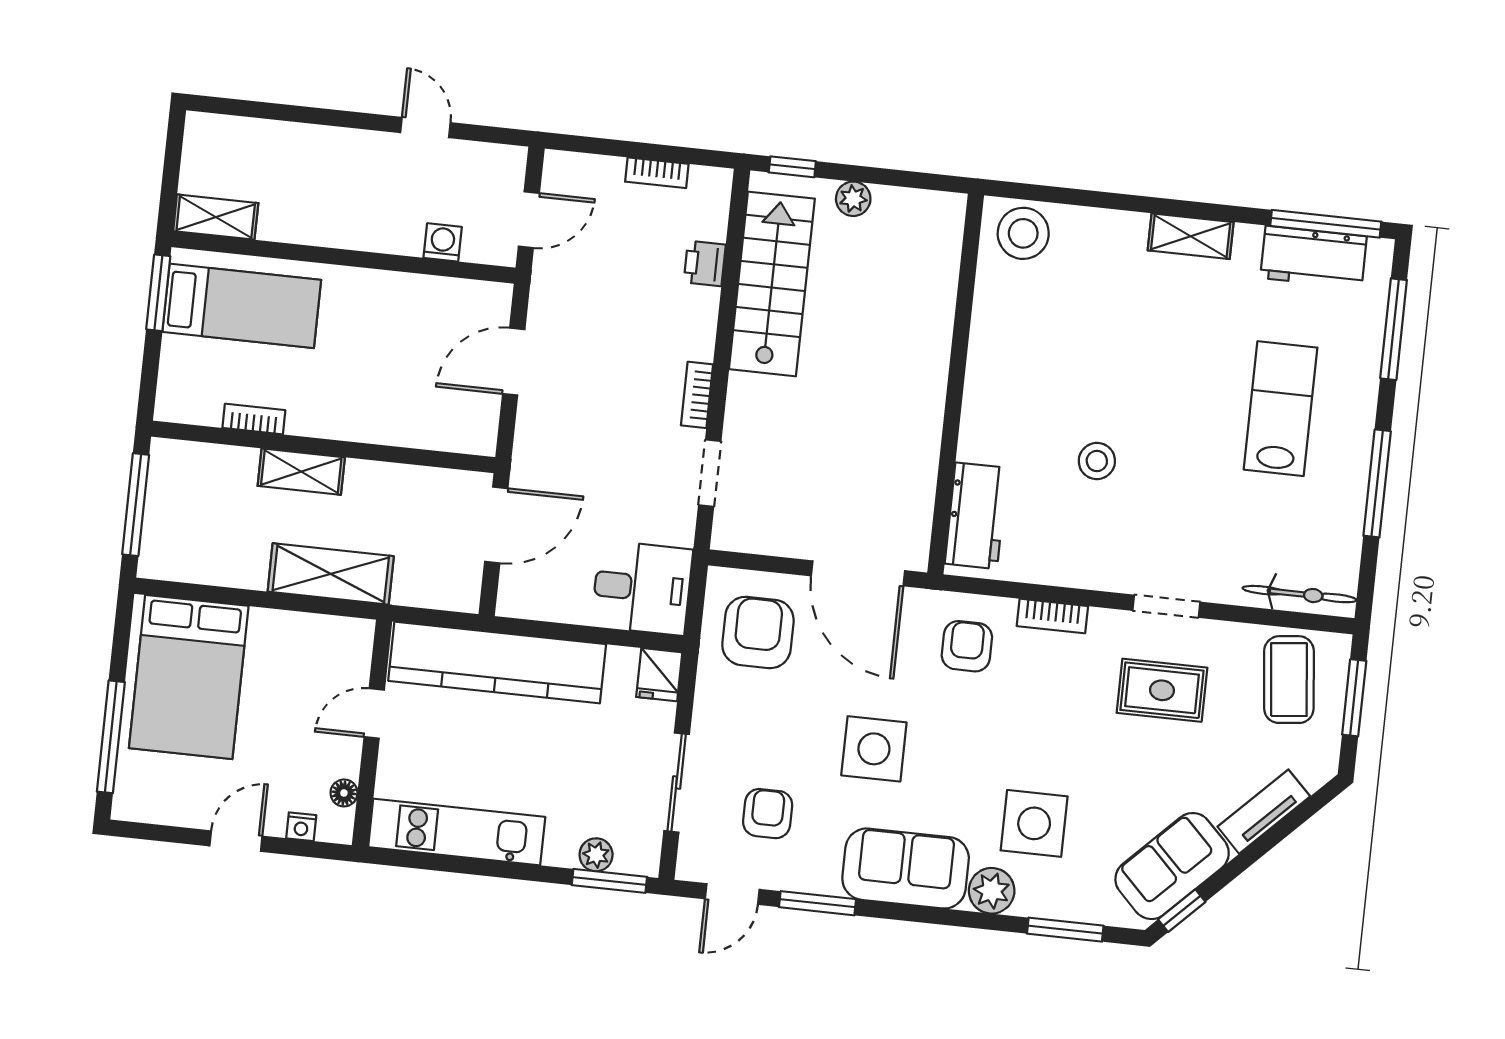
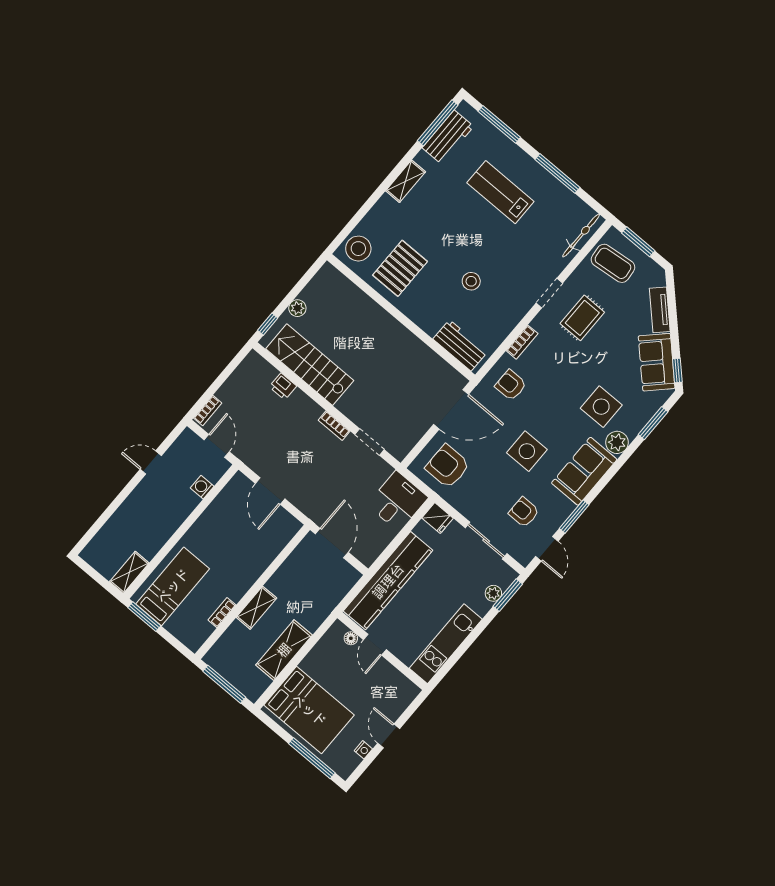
bookcase: (657, 173) -> (208, 411), moved
pallet: (1038, 326) -> (400, 268), added
shelving: (331, 574) -> (284, 650), moved
floor lamp: (344, 793) -> (351, 638), moved
nightstand: (301, 827) -> (363, 750), moved

